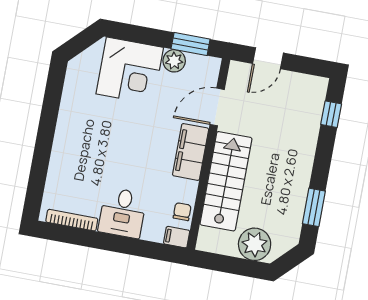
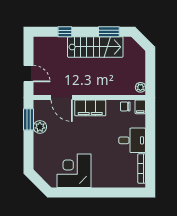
corner desk: (130, 71) -> (74, 171), moved, turned -90
window: (331, 114) -> (65, 32), moved
stairs: (226, 181) -> (95, 47), moved, turned 180
plant: (255, 244) -> (140, 87), moved, width x0.53, depth x0.53

